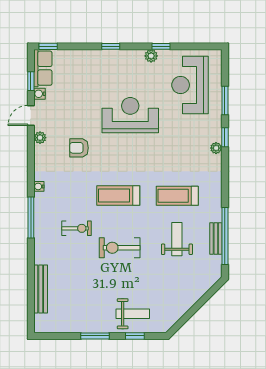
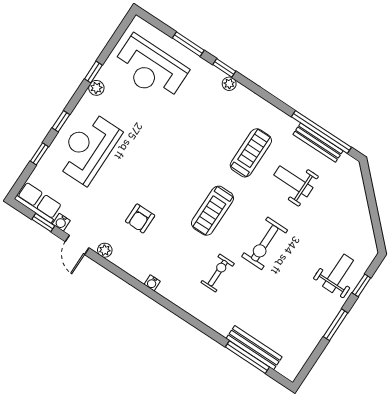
window: (48, 46) -> (39, 154), moved
reception desk: (130, 115) -> (88, 148), moved
treadmill: (177, 196) -> (251, 153), turned 180
window: (31, 218) -> (247, 357), moved
bench: (216, 238) -> (318, 143), width x1.36

